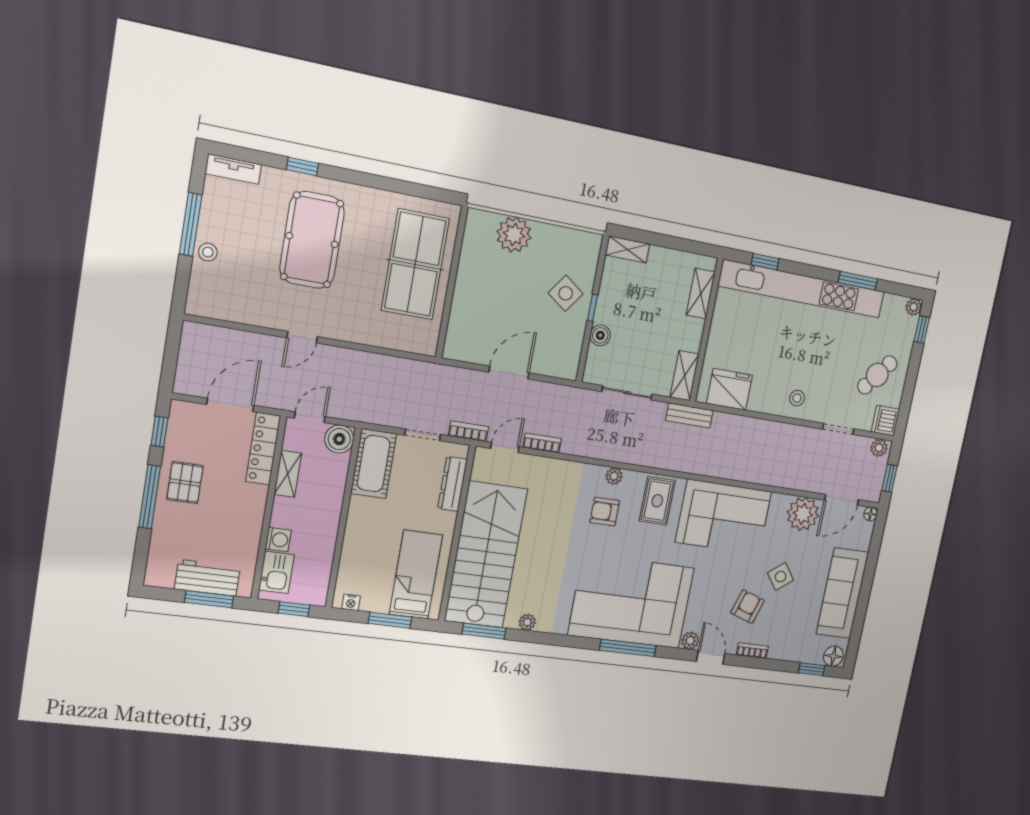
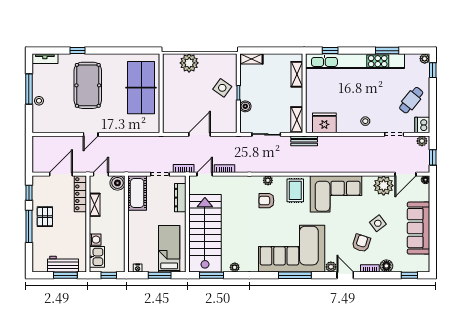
floor lamp: (833, 656) -> (386, 266), moved

